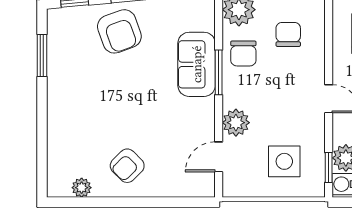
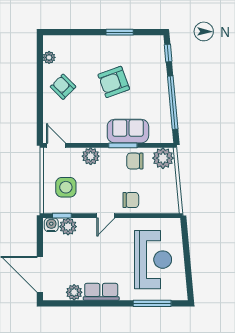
armchair: (119, 31) -> (114, 82), moved
chair: (288, 34) -> (131, 200), moved
window: (42, 55) -> (120, 32), moved
door: (219, 157) -> (56, 145), moved

